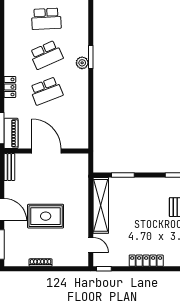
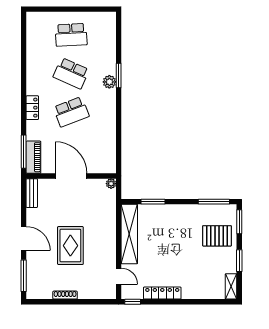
school desk: (46, 55) -> (71, 73), turned 48
plant: (84, 158) -> (111, 184), added
rug: (46, 216) -> (70, 246), turned 90
locker: (146, 261) -> (162, 293), moved

